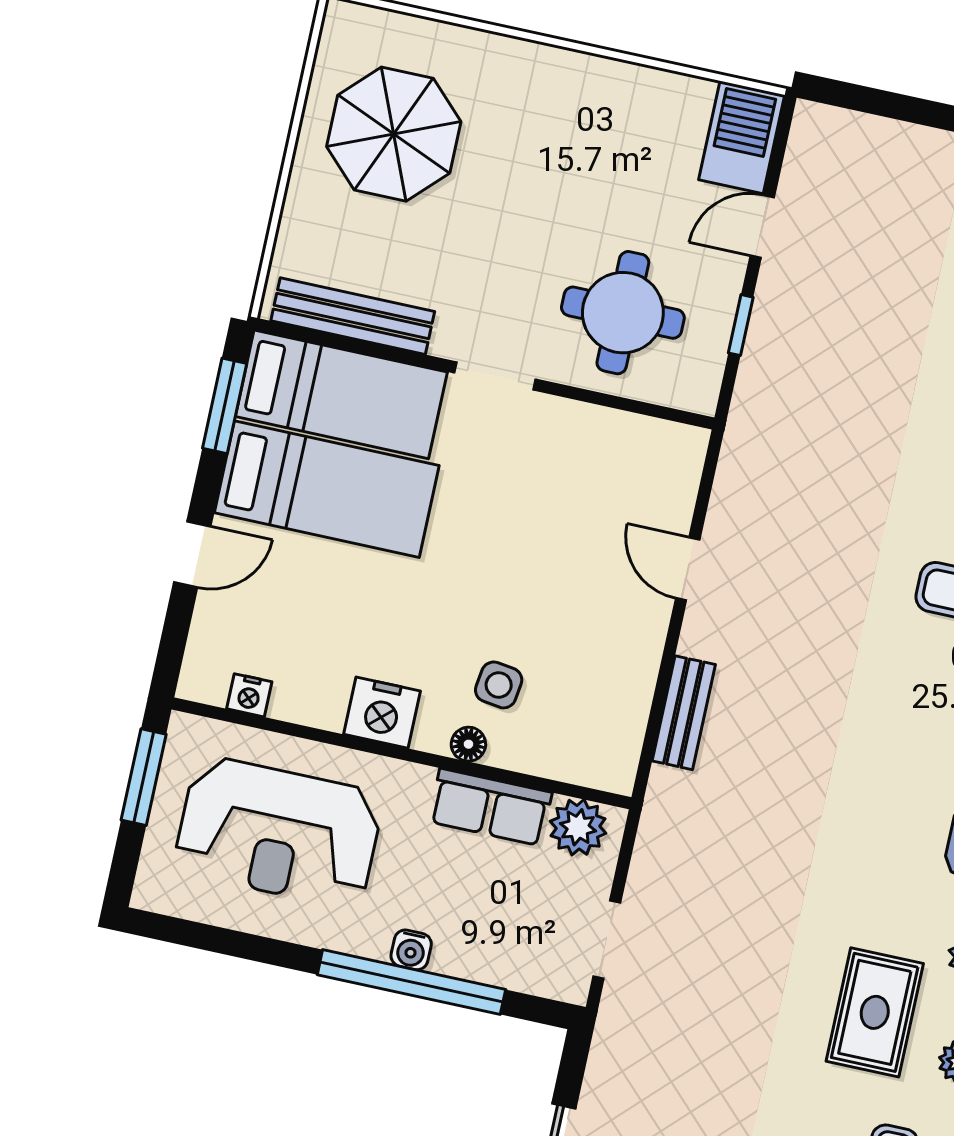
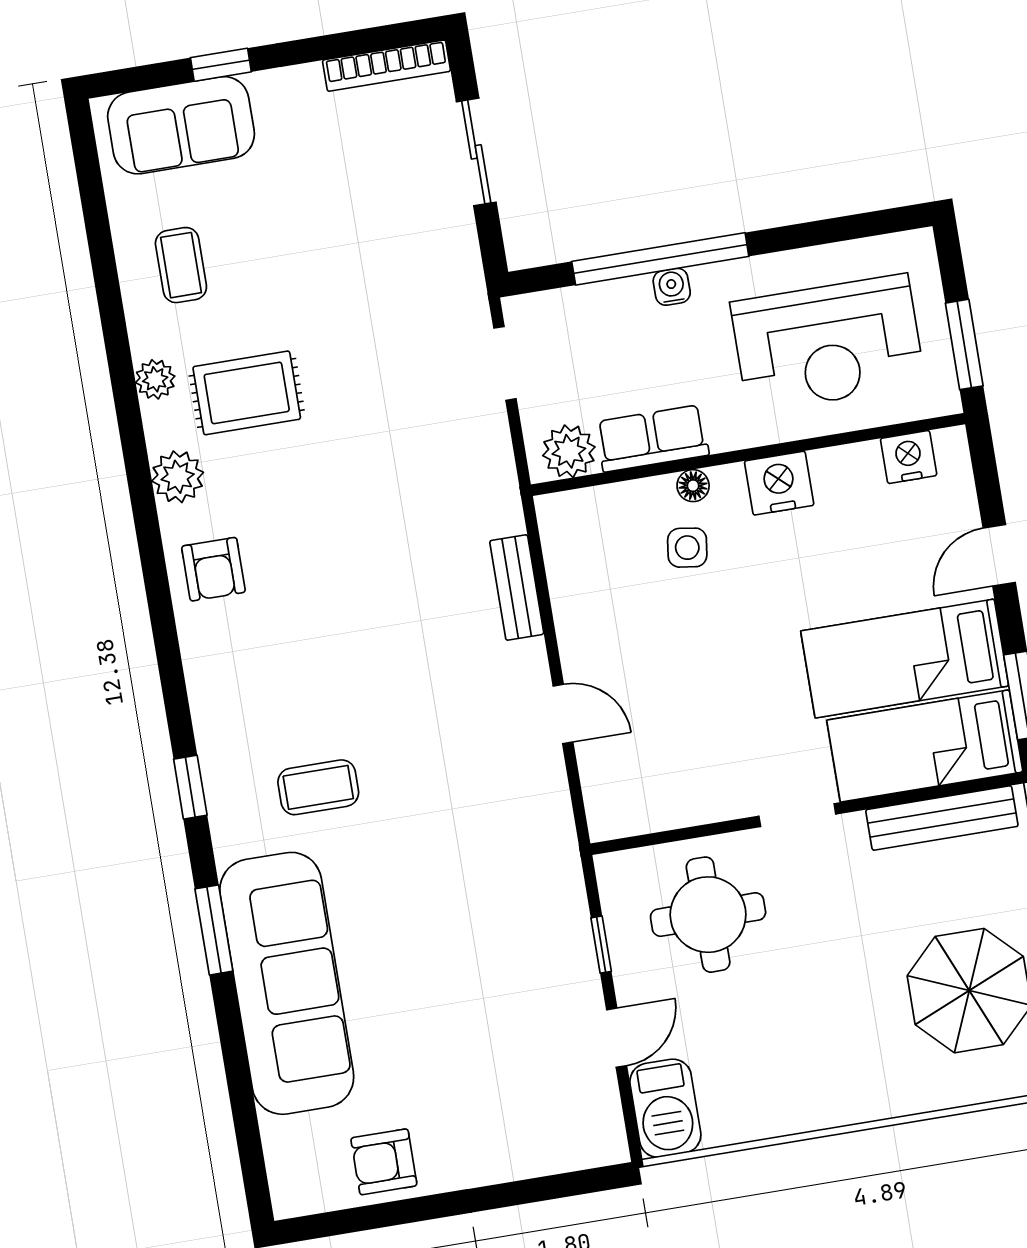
nightstand: (249, 695) -> (909, 457), width x1.39, depth x1.35
reception desk: (279, 832) -> (828, 343), turned 180
rug: (875, 1012) -> (247, 393), turned 90

